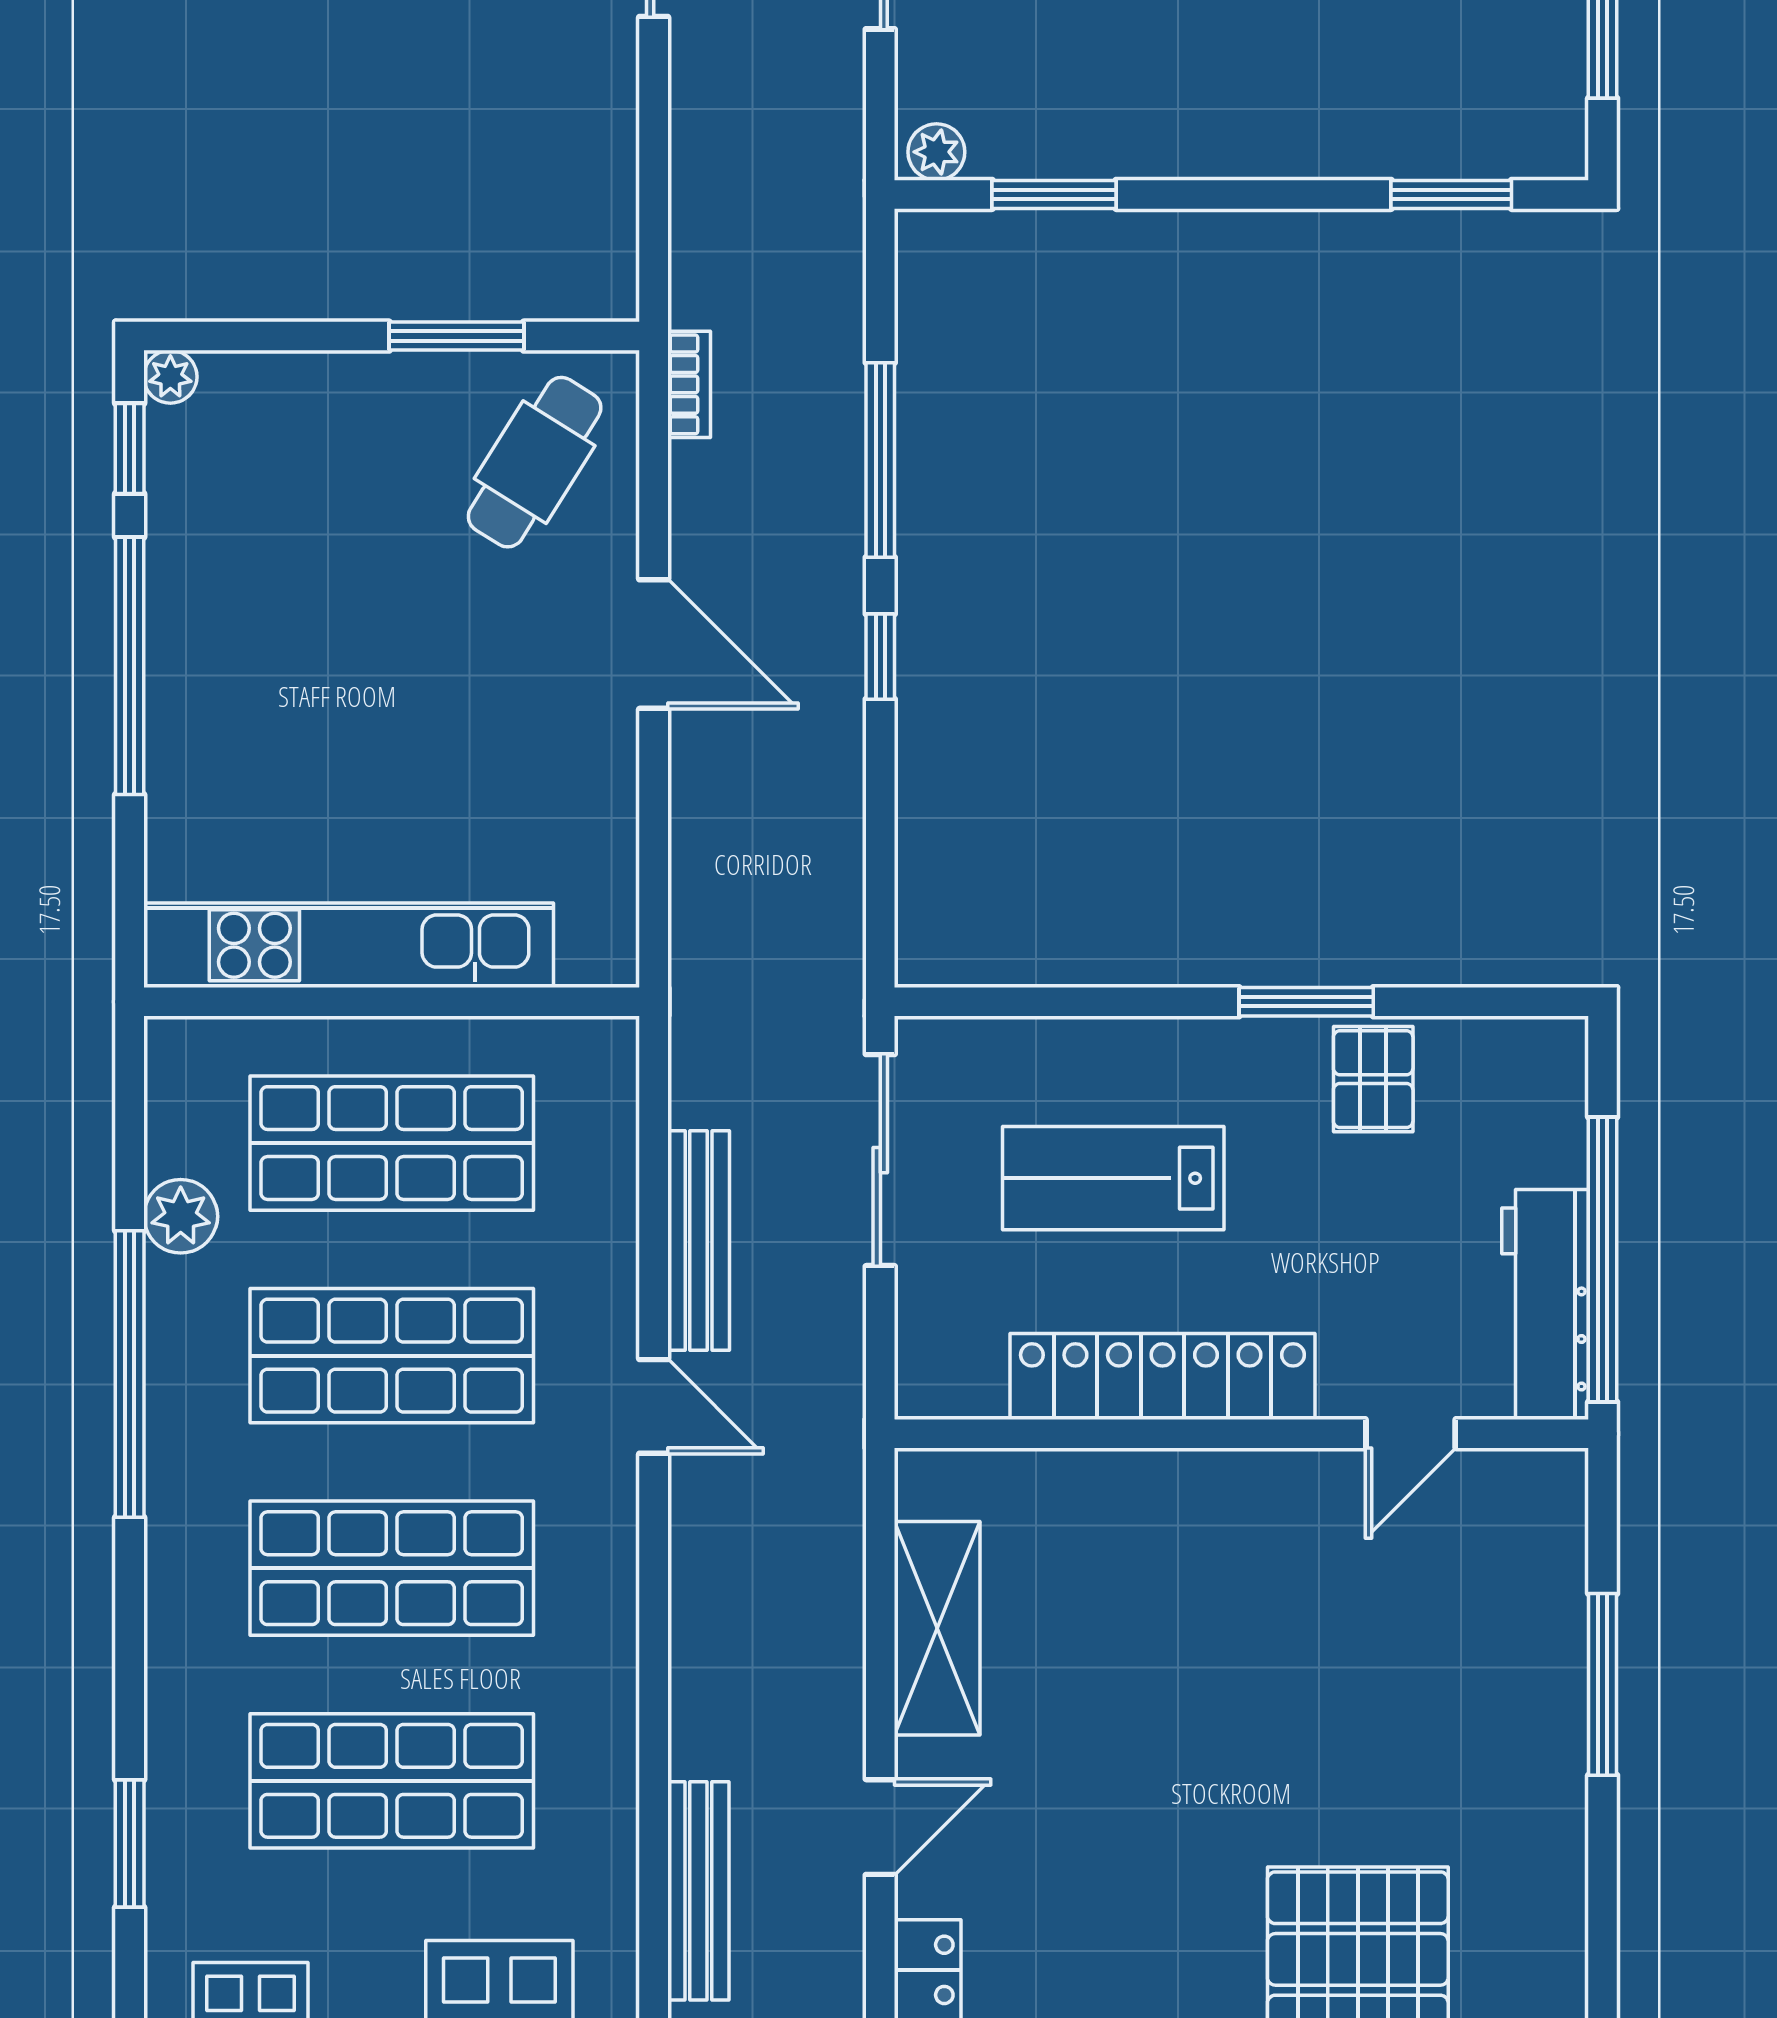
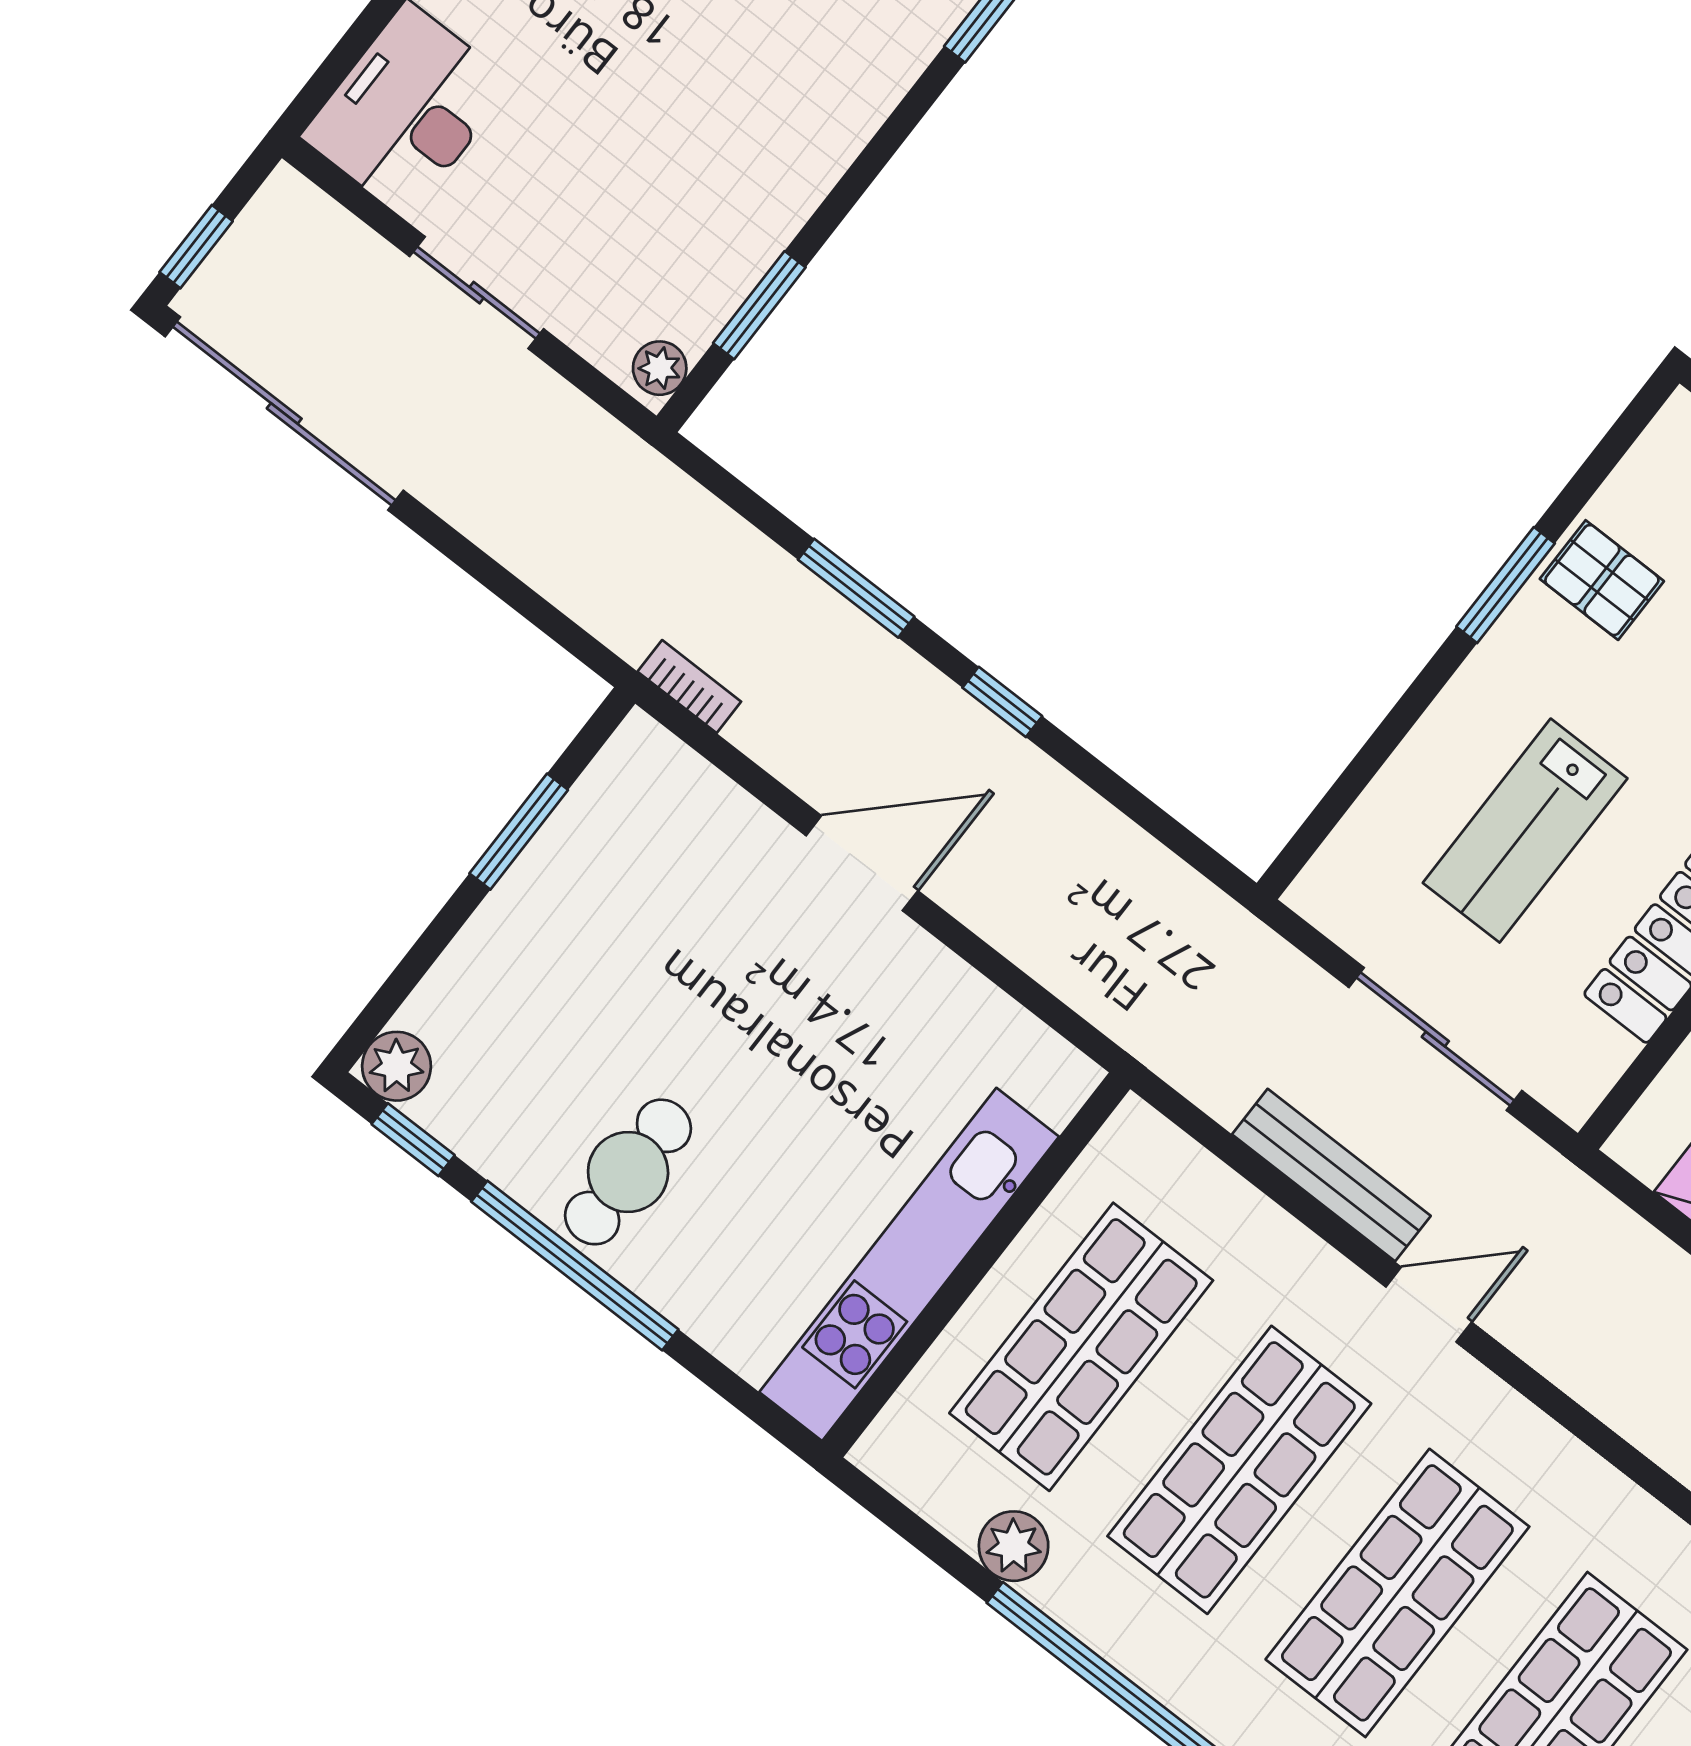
plant: (170, 377) -> (397, 1066), width x1.38, depth x1.38
window: (880, 460) -> (856, 588), width x0.69
cafe table: (535, 462) -> (628, 1172), moved, turned 58
sliding door: (880, 1160) -> (1435, 1039), moved

